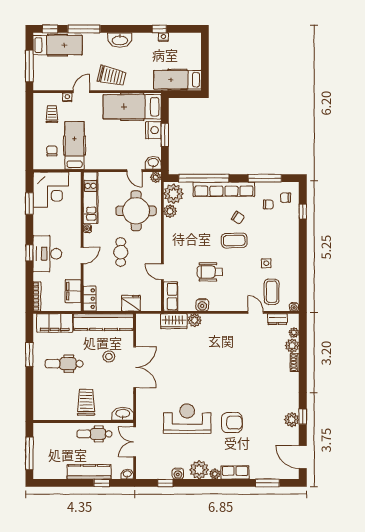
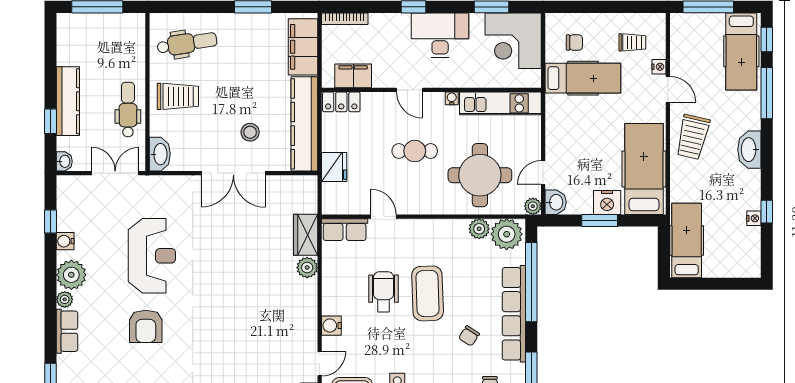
coffee table: (234, 240) -> (428, 293), moved, width x1.36, depth x1.32
desk: (47, 254) -> (440, 35), moved
door: (162, 272) -> (384, 217), hinge flipped
water cooler: (202, 305) -> (331, 326), moved
dental chair: (64, 364) -> (187, 43), moved, turned 81

